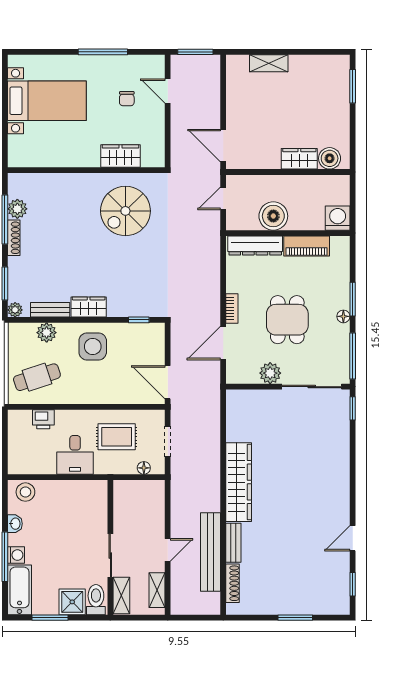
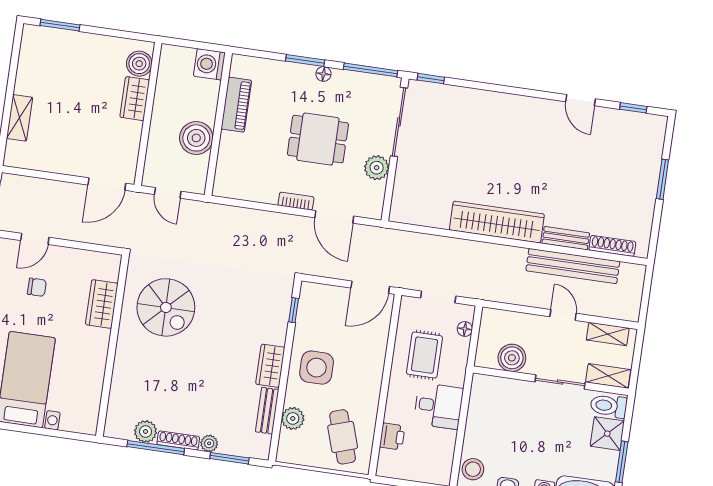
dresser: (255, 246) -> (227, 164), removed
plant: (15, 310) -> (209, 443), moved
boiler: (125, 511) -> (512, 358), added

